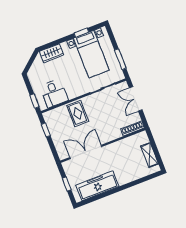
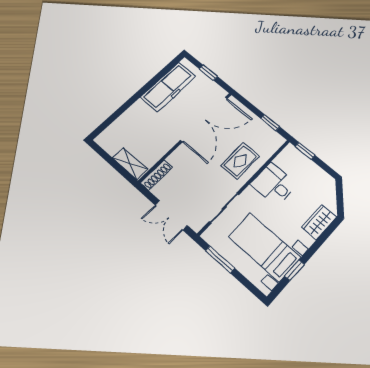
desk: (54, 93) -> (274, 184), moved
double door: (136, 99) -> (171, 215), swing flipped
rug: (78, 113) -> (240, 161), turned 90
double door: (86, 152) -> (204, 119), width x1.36
shelving: (150, 155) -> (130, 163), moved

